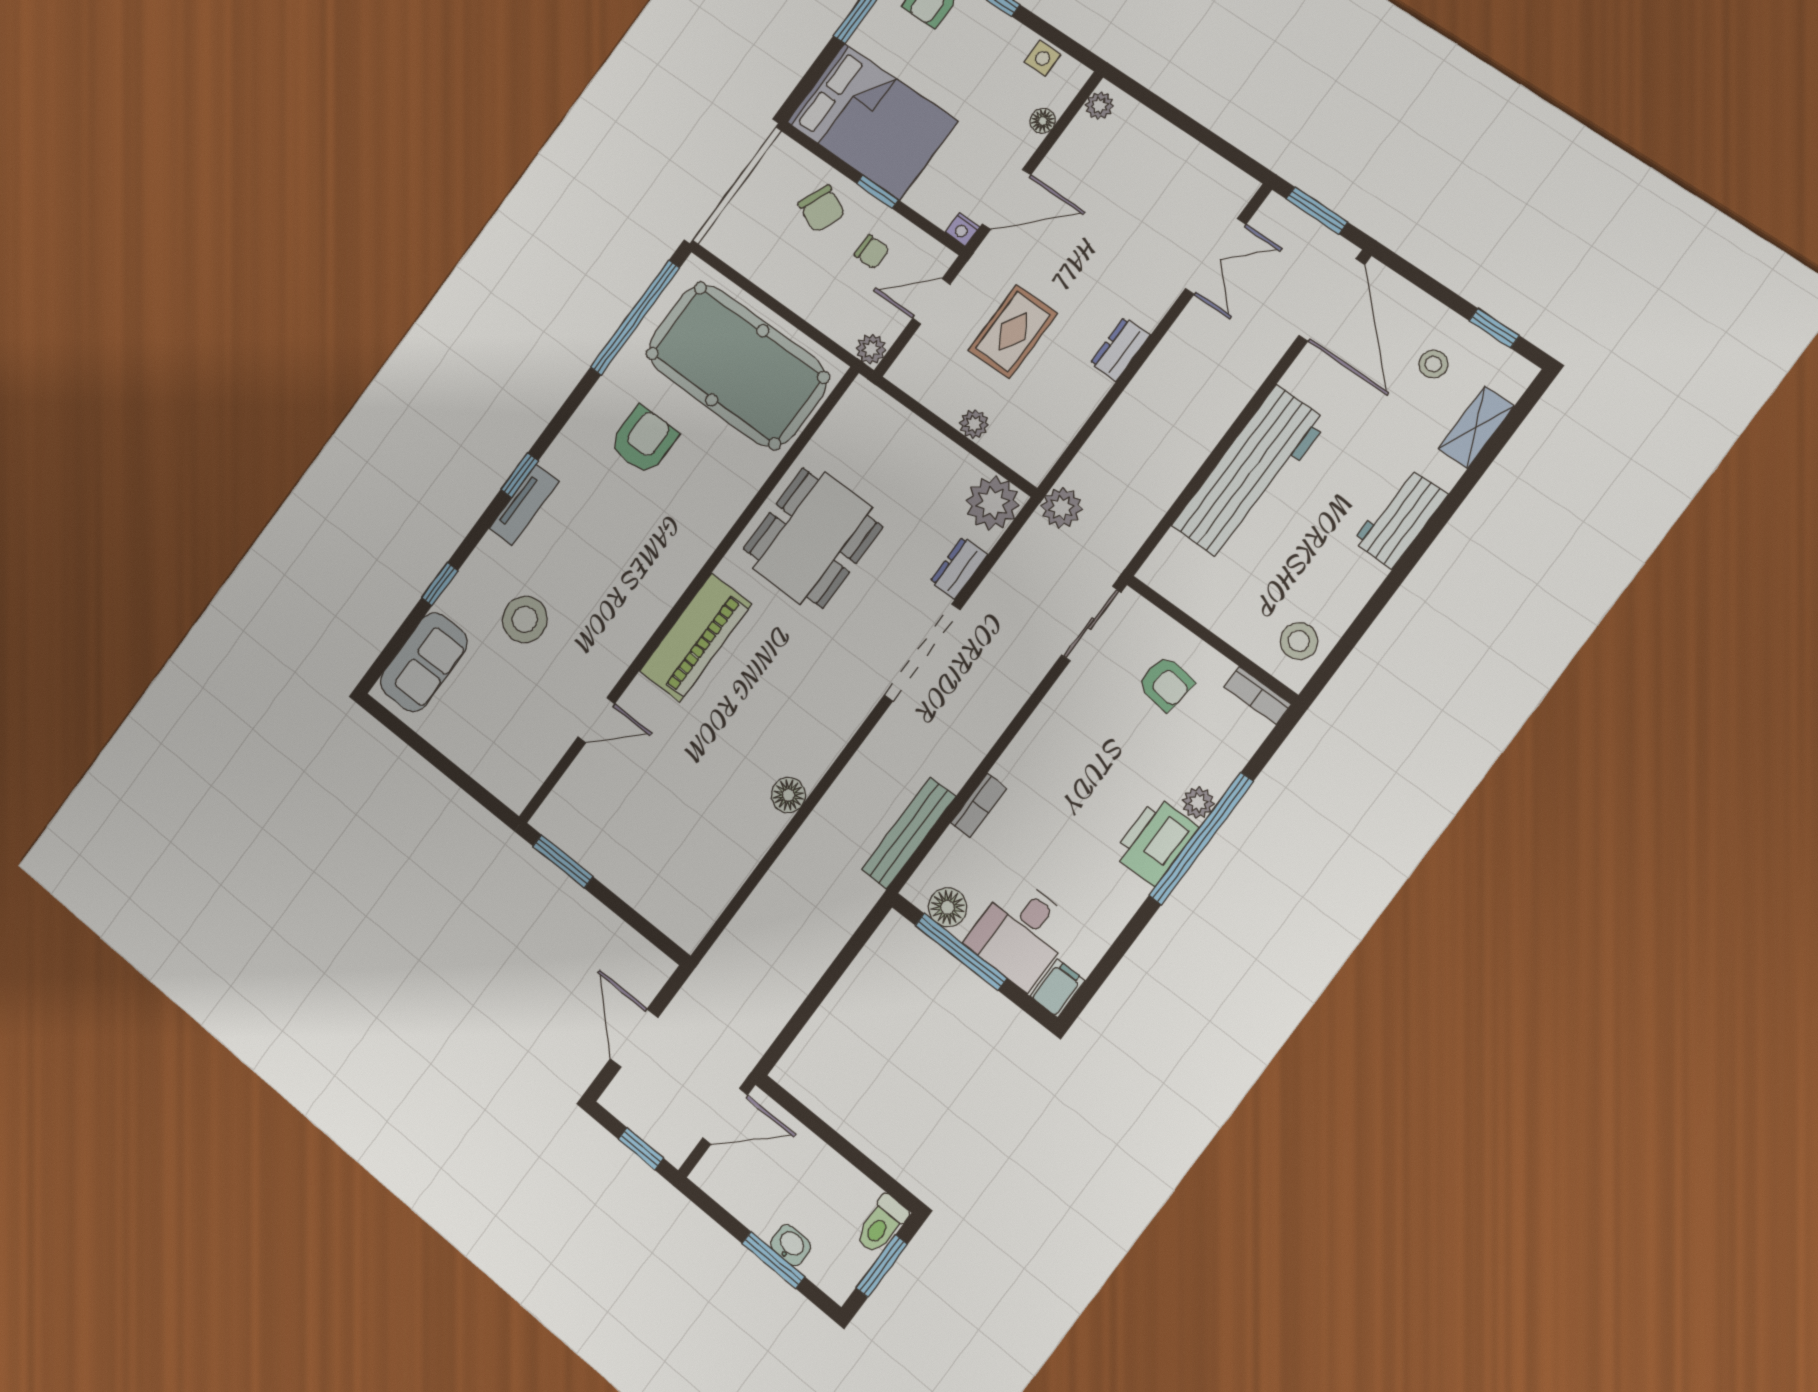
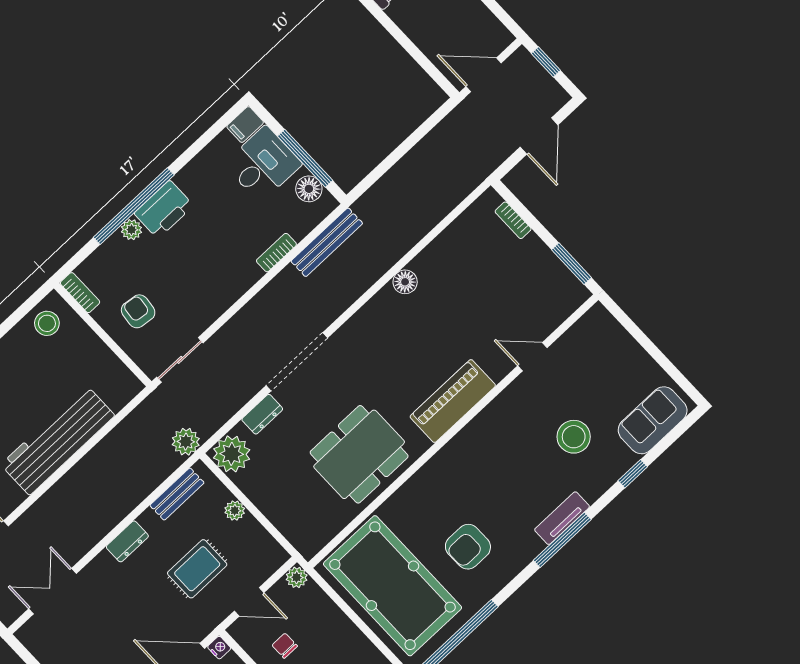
bench: (1061, 431) -> (177, 494), added
window: (519, 475) -> (562, 540), width x2.17
bookcase: (652, 910) -> (513, 220), added

